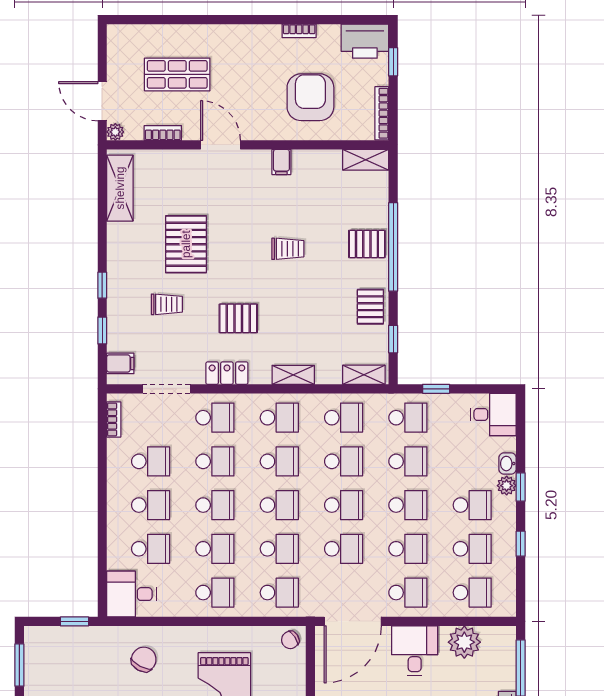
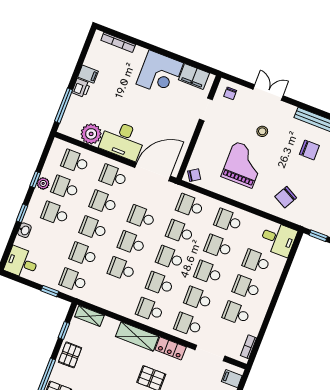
shelving: (293, 375) -> (137, 336), width x1.50, depth x1.33
school desk: (344, 418) -> (111, 295), removed
plant: (507, 486) -> (43, 183), moved
desk: (415, 651) -> (123, 140), width x1.37

